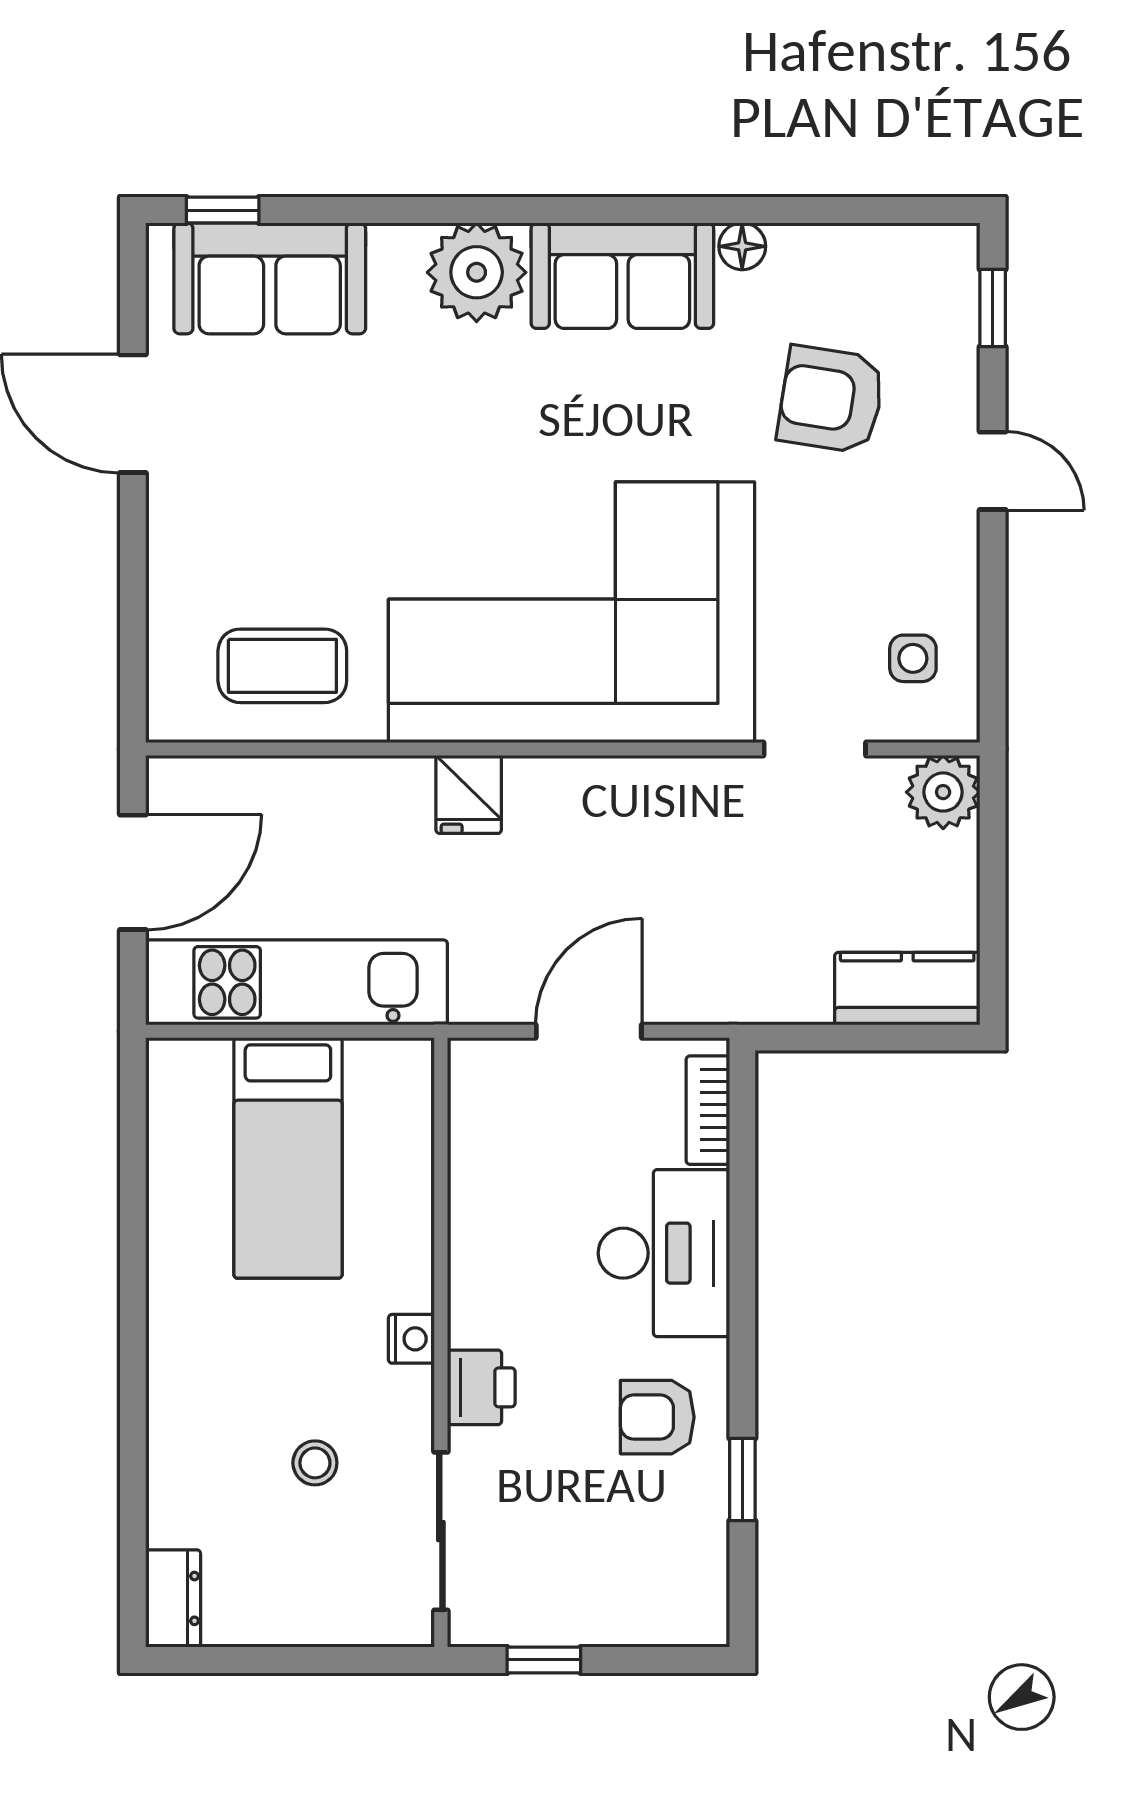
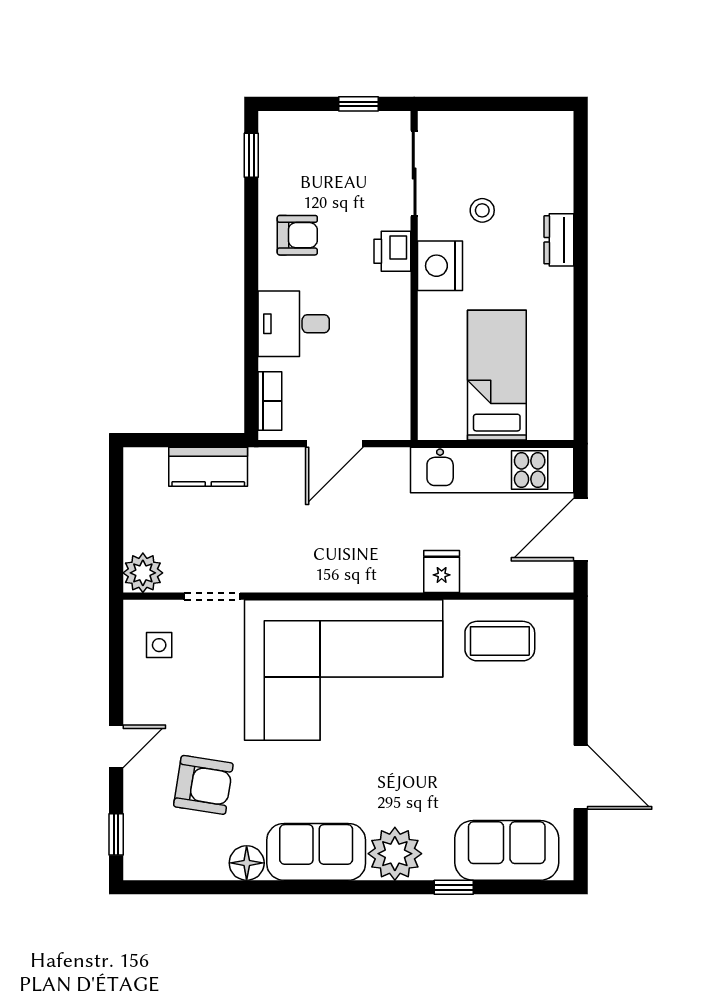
window: (223, 210) -> (454, 887), moved
floor lamp: (742, 246) -> (247, 863), width x1.37, depth x1.37
door: (993, 471) -> (116, 746), swing flipped
fridge: (469, 794) -> (442, 572), moved
kitchen counter: (907, 989) -> (208, 467), moved
desk: (664, 1253) -> (294, 324), width x0.73
nightstand: (411, 1339) -> (440, 266), width x1.89, depth x1.79
window: (742, 1480) -> (251, 155), moved
dresser: (173, 1598) -> (559, 240), moved

